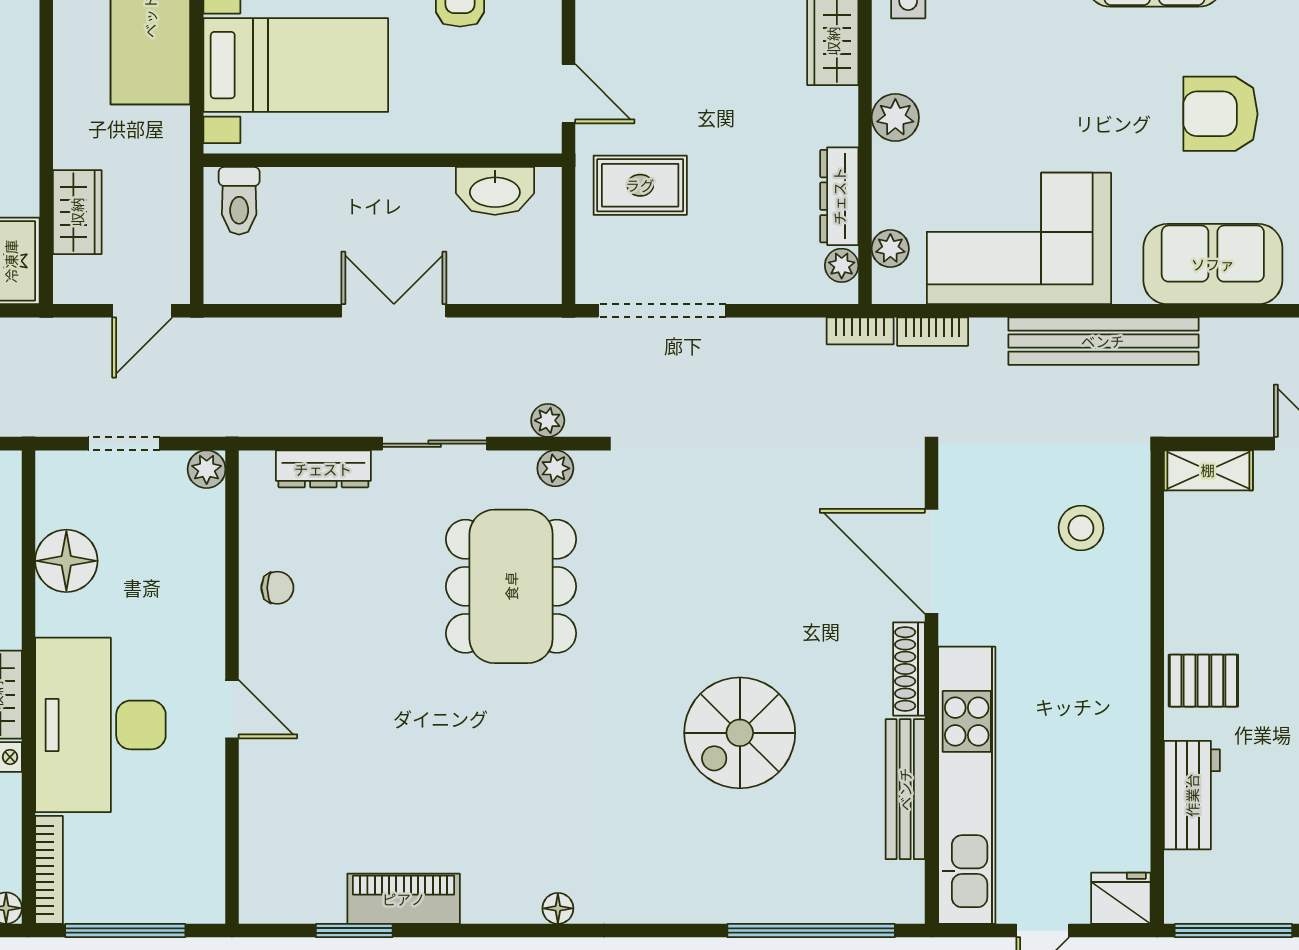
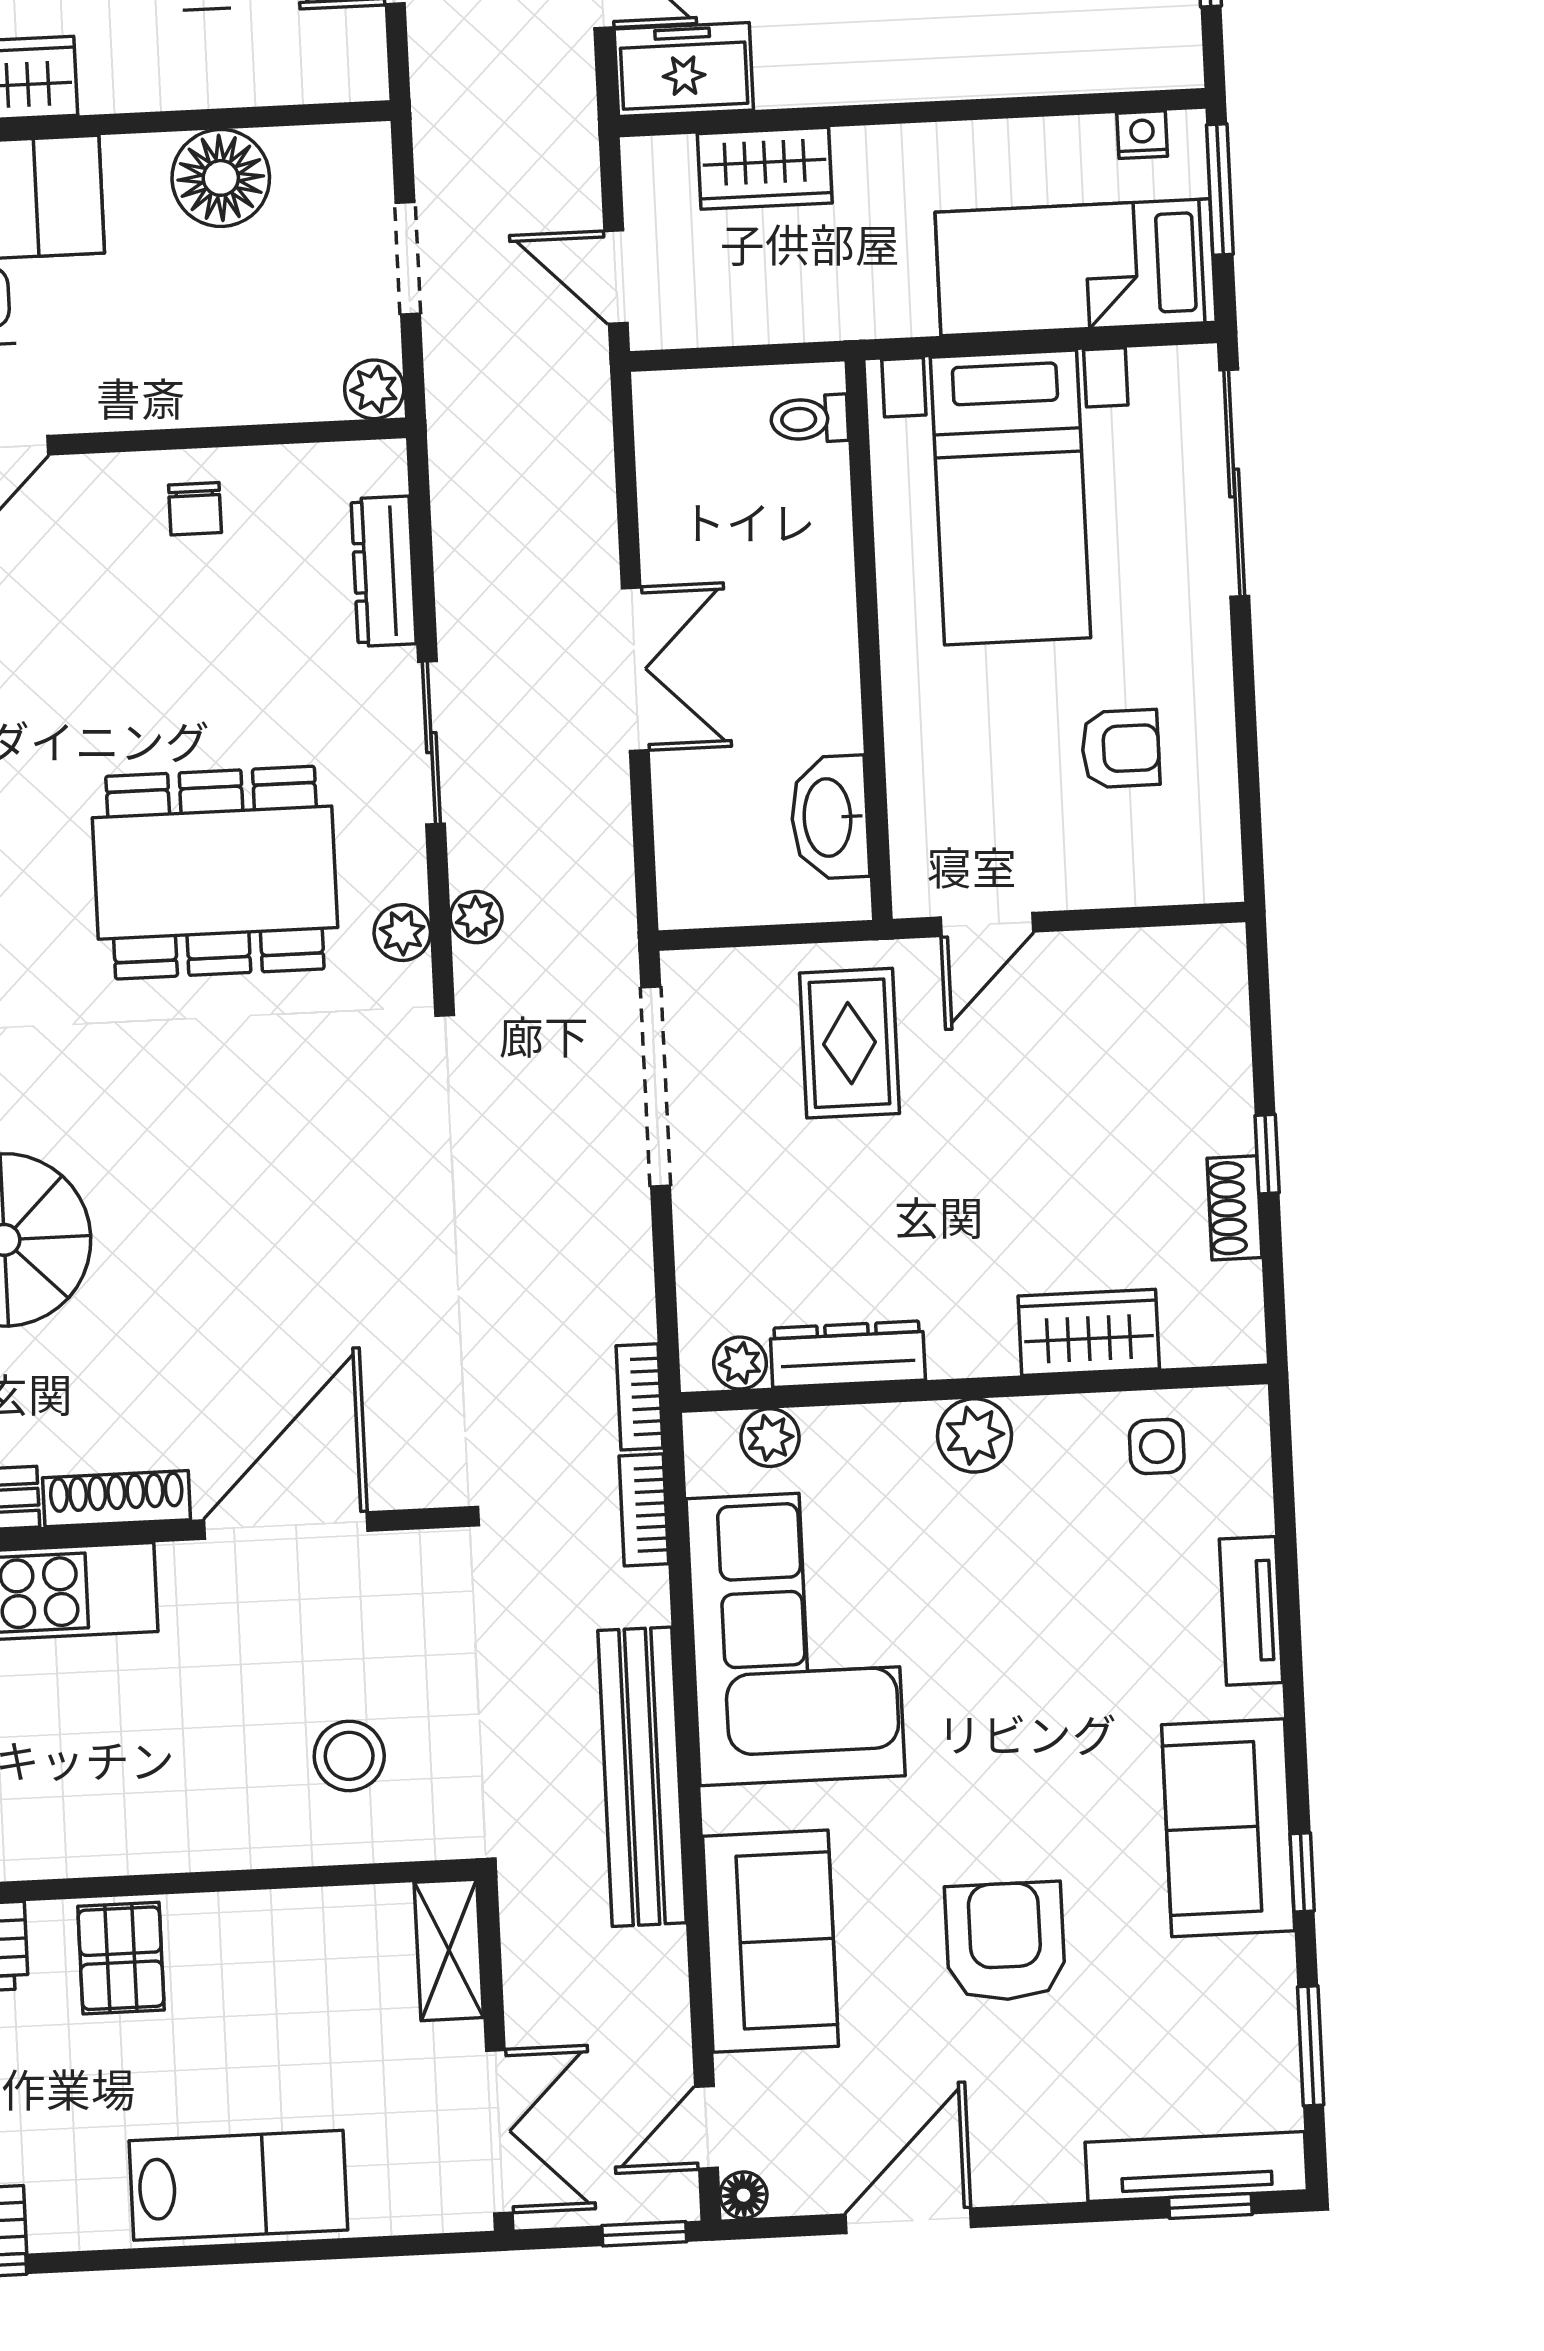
toilet: (239, 201) -> (809, 419), width x0.73, depth x0.72

